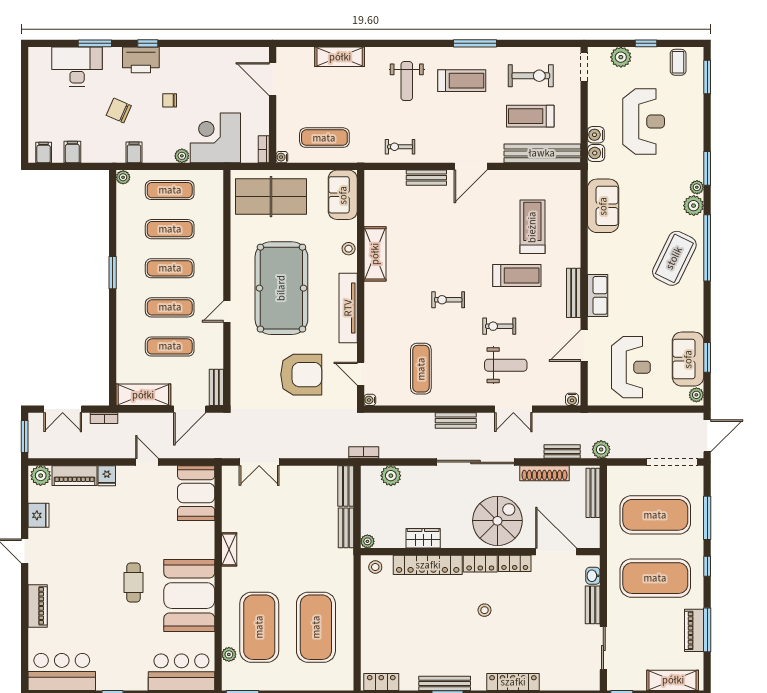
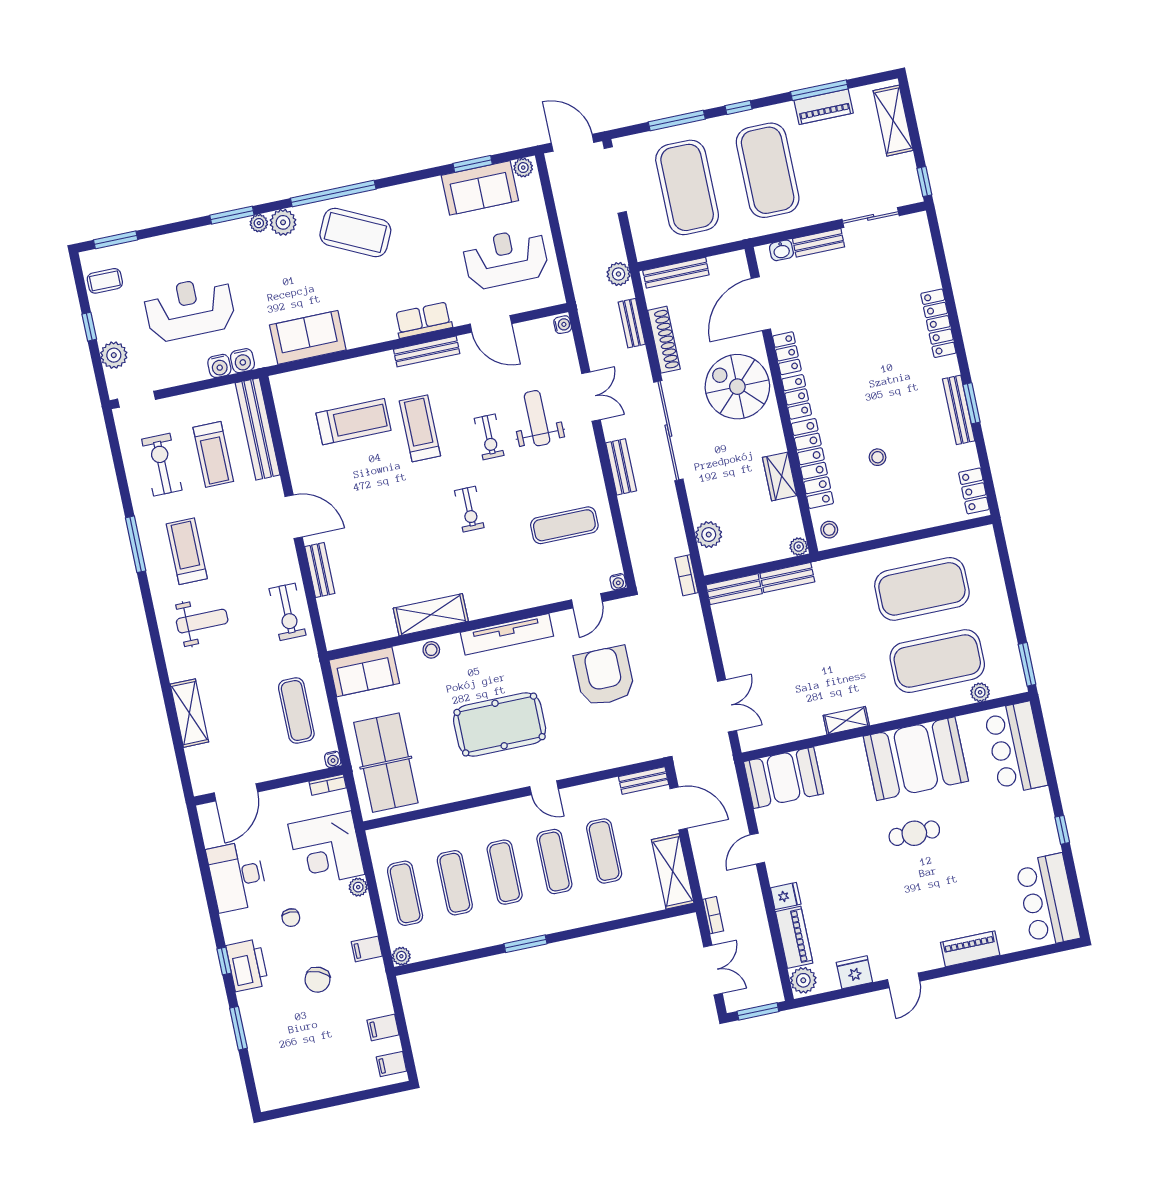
desk: (77, 67) -> (237, 876), moved
exercise bike: (400, 147) -> (288, 612), width x1.38, depth x1.39
treadmill: (532, 227) -> (354, 422), turned 180
pool table: (281, 288) -> (500, 725), width x0.73, depth x0.76
stool: (485, 610) -> (878, 457), moved

